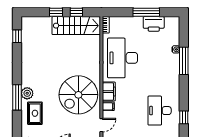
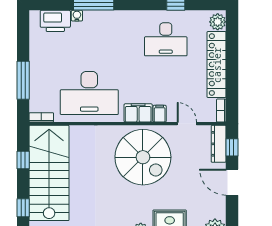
window: (56, 12) -> (23, 208), moved
window: (146, 12) -> (23, 80), moved
printer: (154, 24) -> (55, 21), moved, turned 90
stairs: (76, 26) -> (49, 173), width x1.36, depth x1.51

